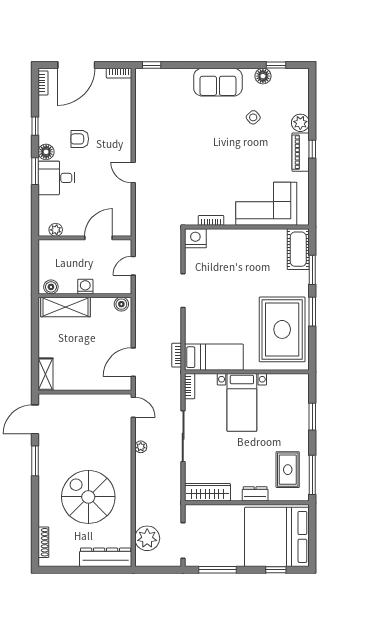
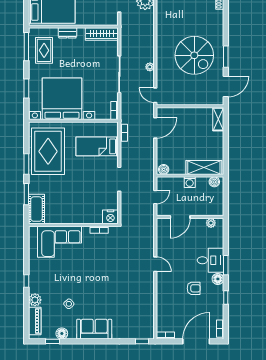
piano: (301, 152) -> (35, 321), moved
bed: (214, 357) -> (97, 146), moved
bed with nightstands: (242, 402) -> (62, 99), width x1.85
spiral stairs: (88, 497) -> (194, 55), moved

